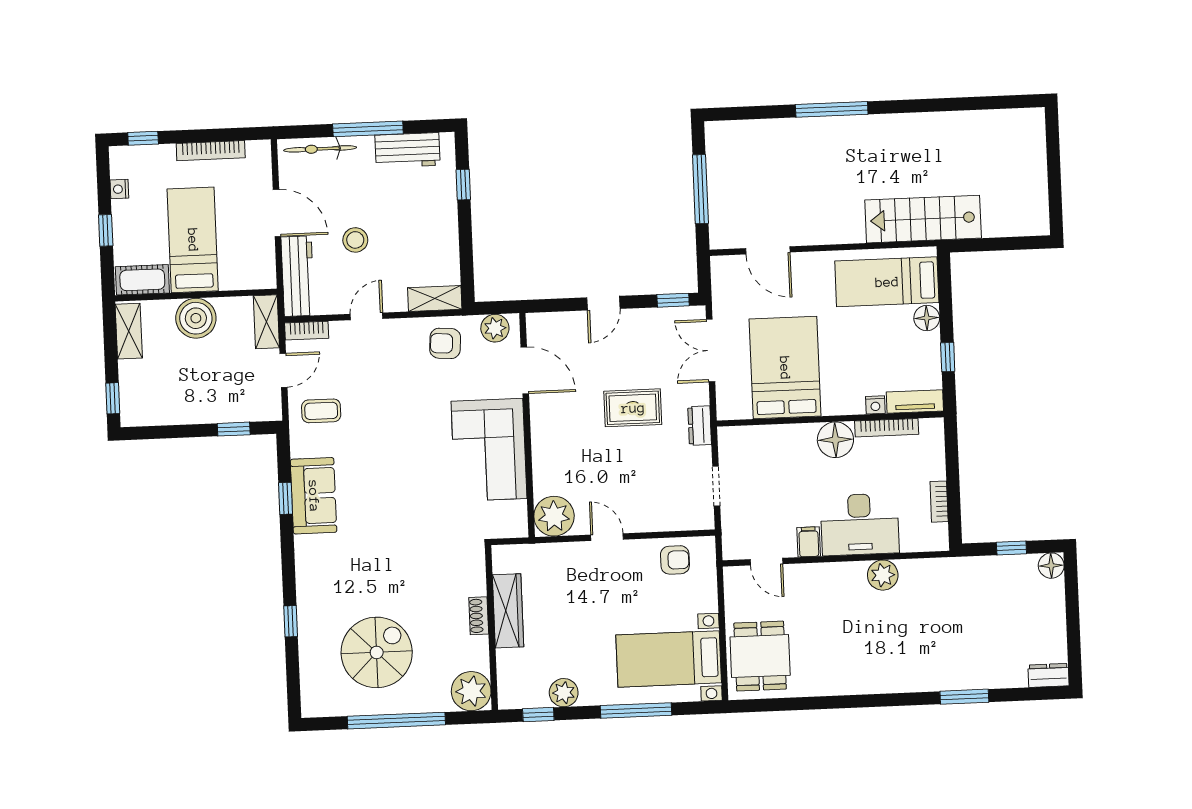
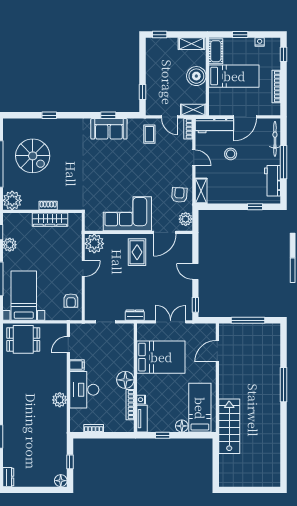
rug: (633, 408) -> (137, 252), moved

